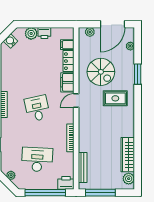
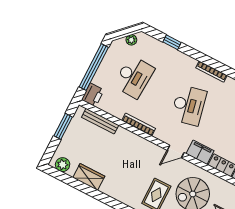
door: (76, 101) -> (176, 151), swing flipped
desk: (37, 108) -> (189, 105), width x1.37
wardrobe: (128, 155) -> (89, 177), width x0.67
window: (100, 193) -> (63, 126), width x0.69

